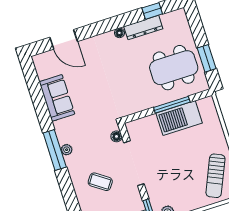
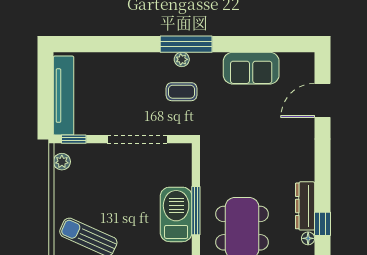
floor lamp: (119, 33) -> (308, 238), moved
floor lamp: (116, 136) -> (178, 128), removed
coffee table: (100, 182) -> (181, 92), moved, turned 55

